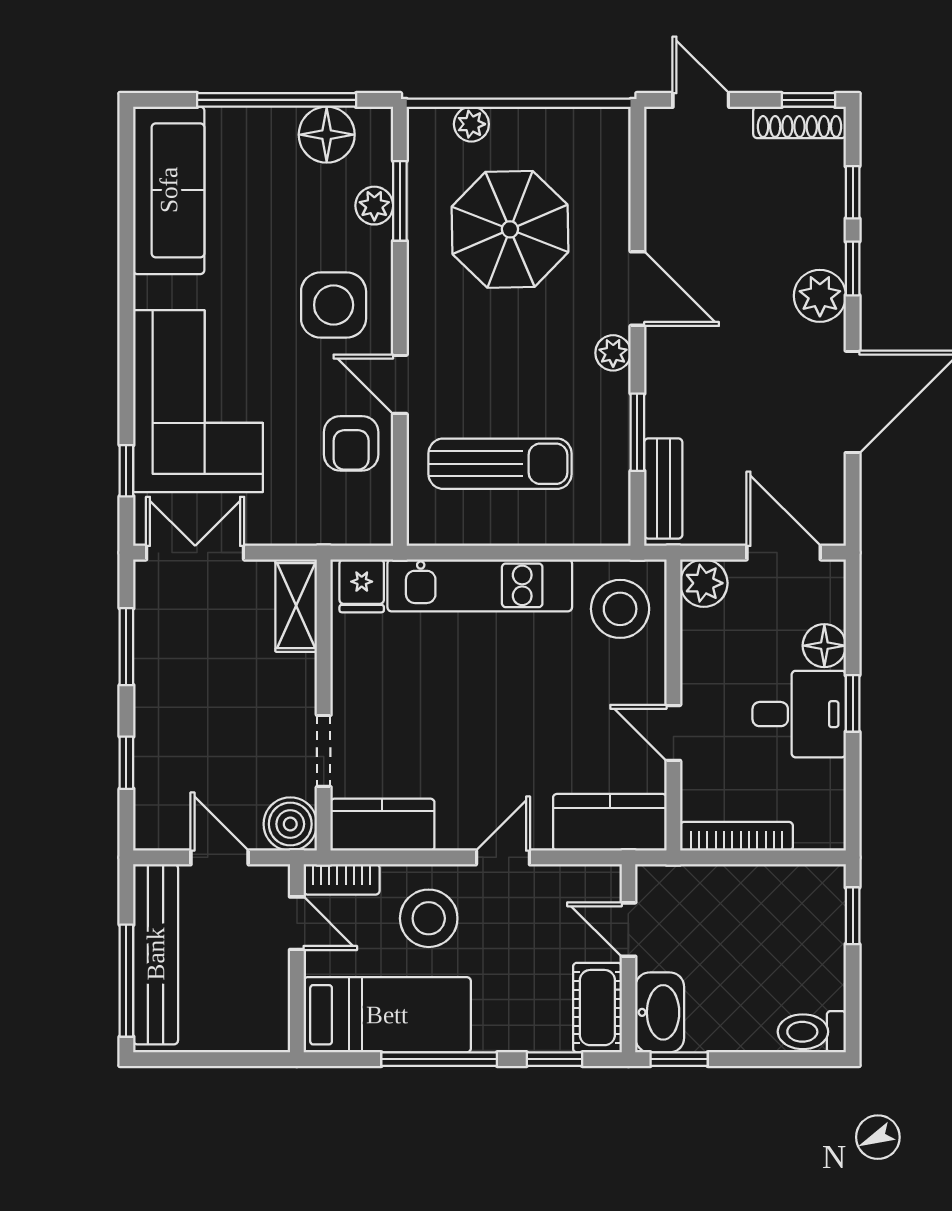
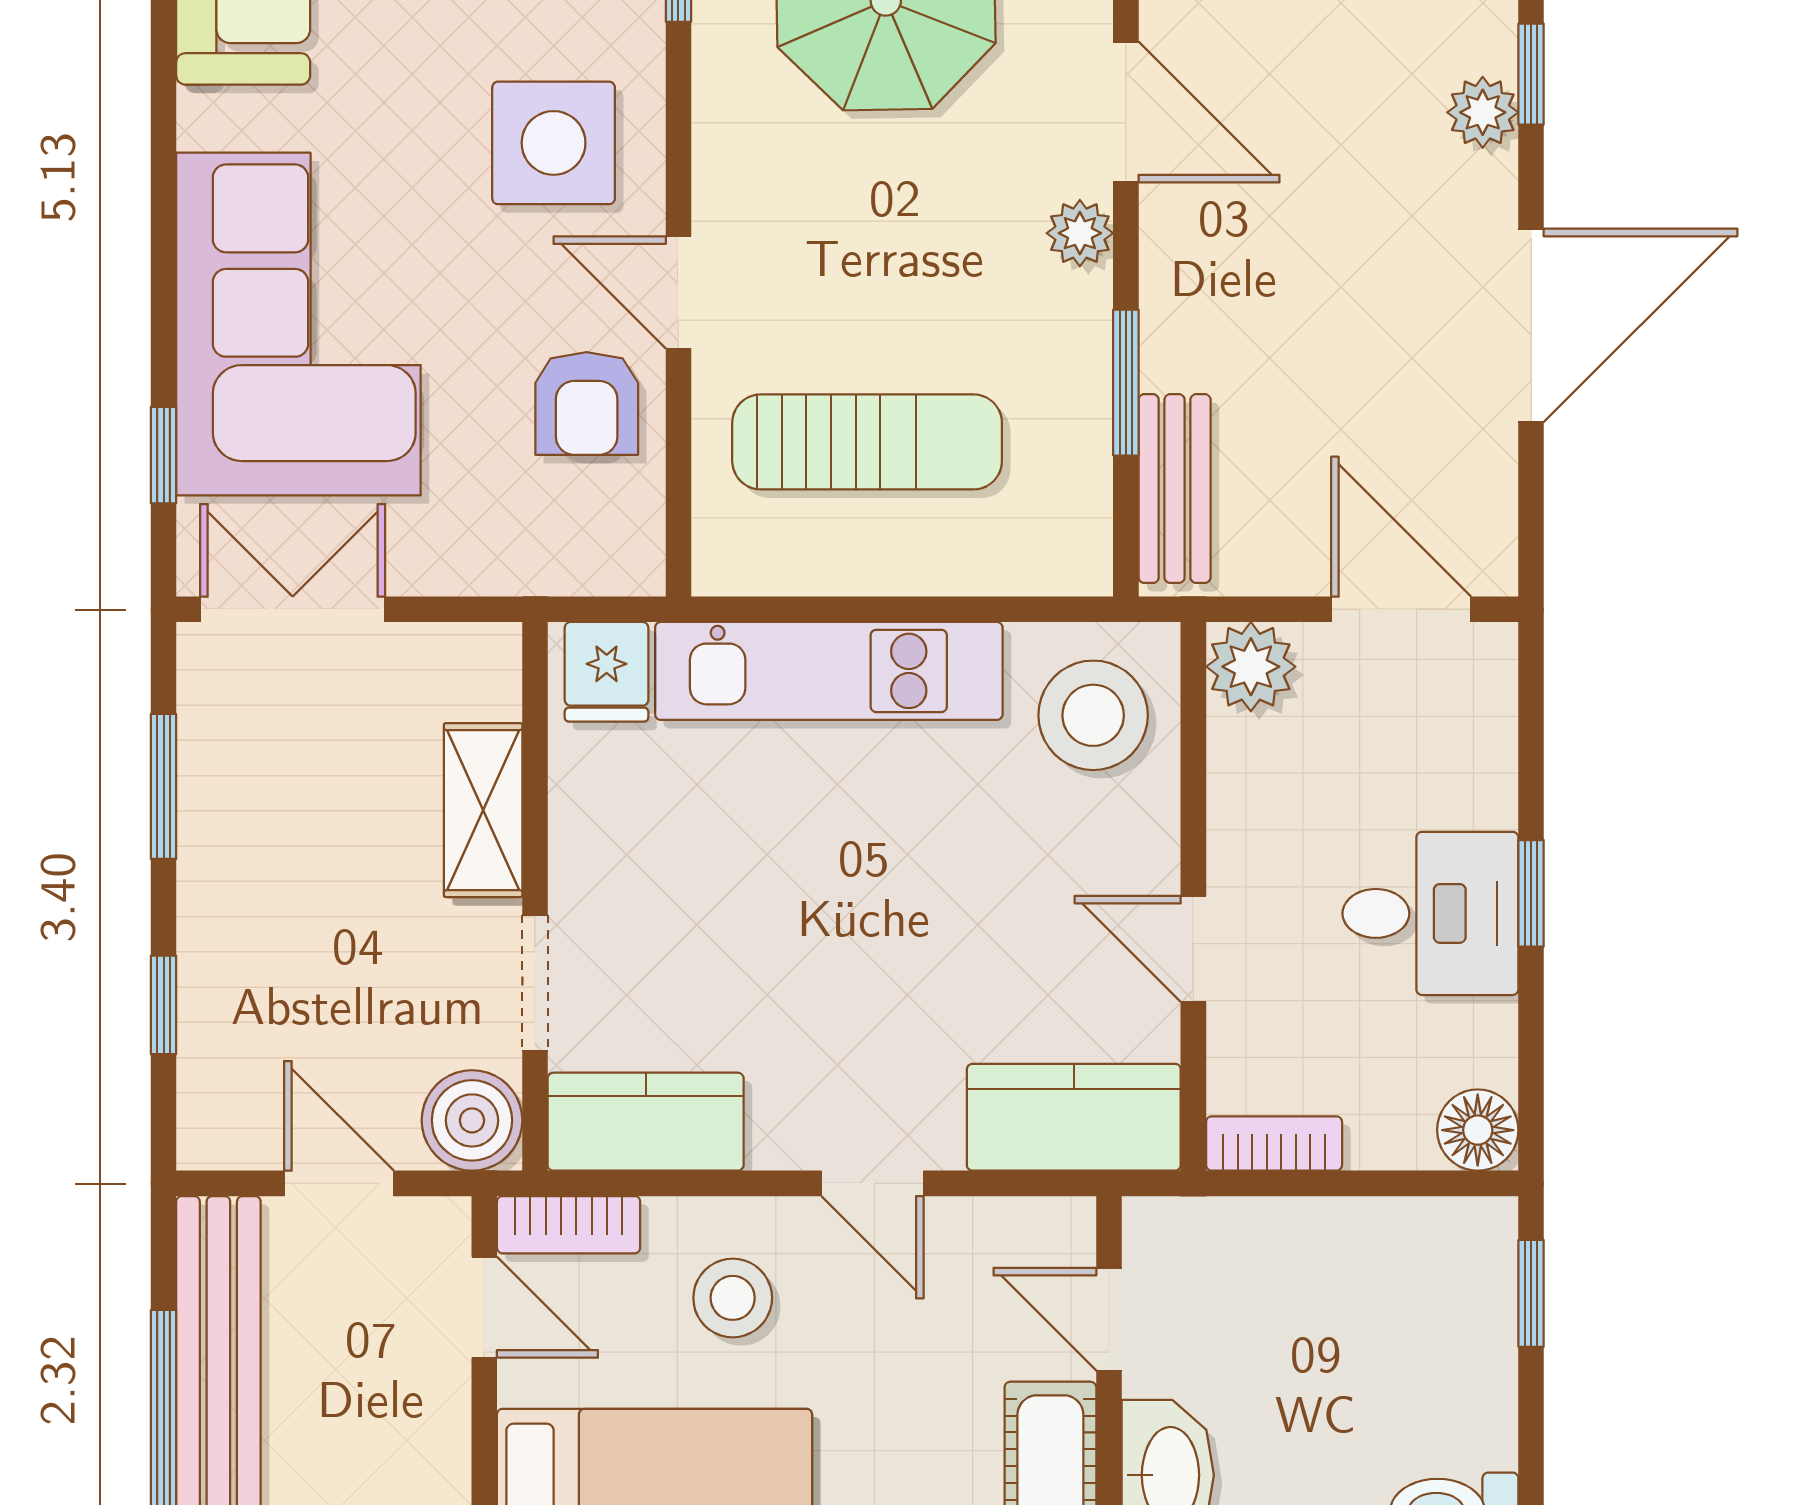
plant: (820, 296) -> (1483, 112), width x0.73, depth x0.73
shelving: (296, 606) -> (483, 810), moved
floor lamp: (824, 646) -> (1478, 1130), moved
bookcase: (736, 836) -> (1274, 1143), width x0.64
door: (503, 857) -> (873, 1183), swing flipped
stool: (429, 918) -> (733, 1298), width x0.73, depth x0.73

